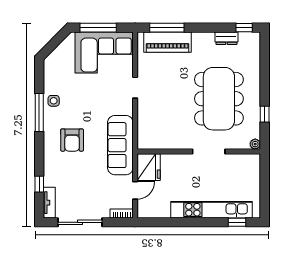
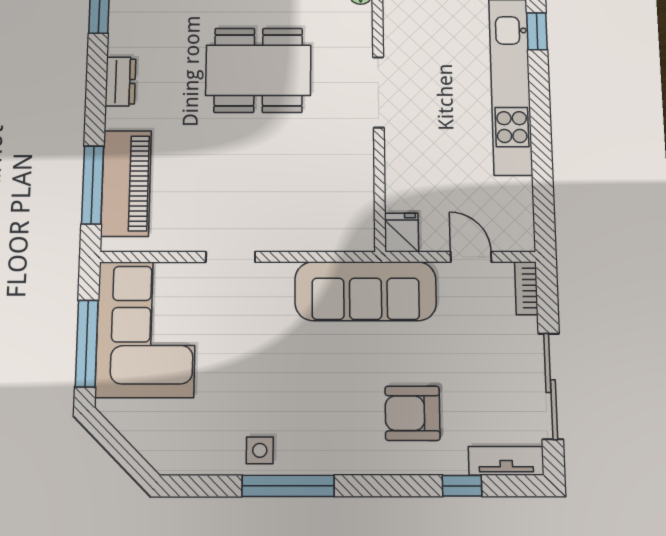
dresser: (226, 38) -> (120, 82), moved
dining table: (219, 99) -> (258, 70), width x0.73, depth x0.80
armchair: (72, 140) -> (412, 413), moved, turned 180
fridge: (149, 167) -> (402, 233), width x0.53, depth x0.75

